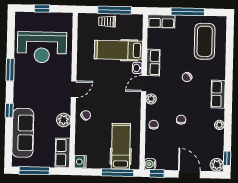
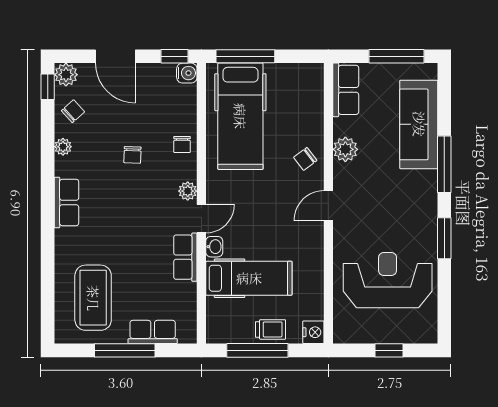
row of seats: (161, 21) -> (153, 332), moved
chair: (187, 77) -> (73, 111), moved
window: (9, 110) -> (444, 164), width x2.17
hospital bed: (121, 146) -> (240, 116), width x1.37, depth x1.29
nightstand: (80, 162) -> (313, 332), moved

